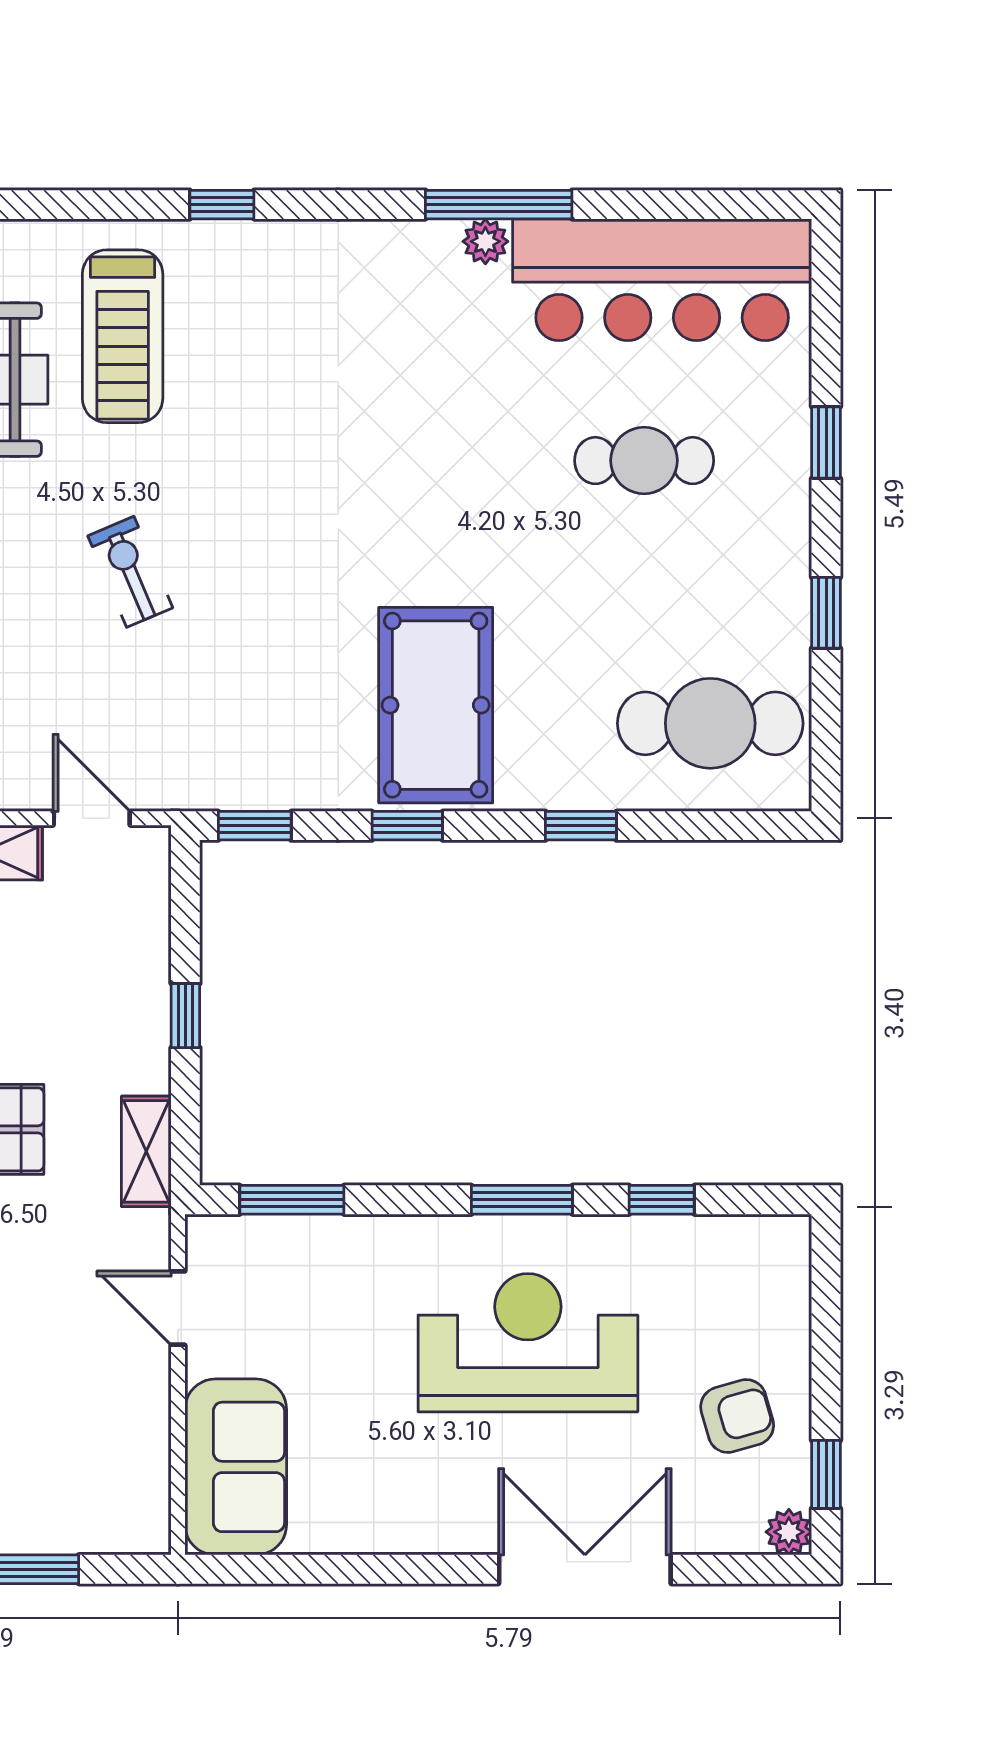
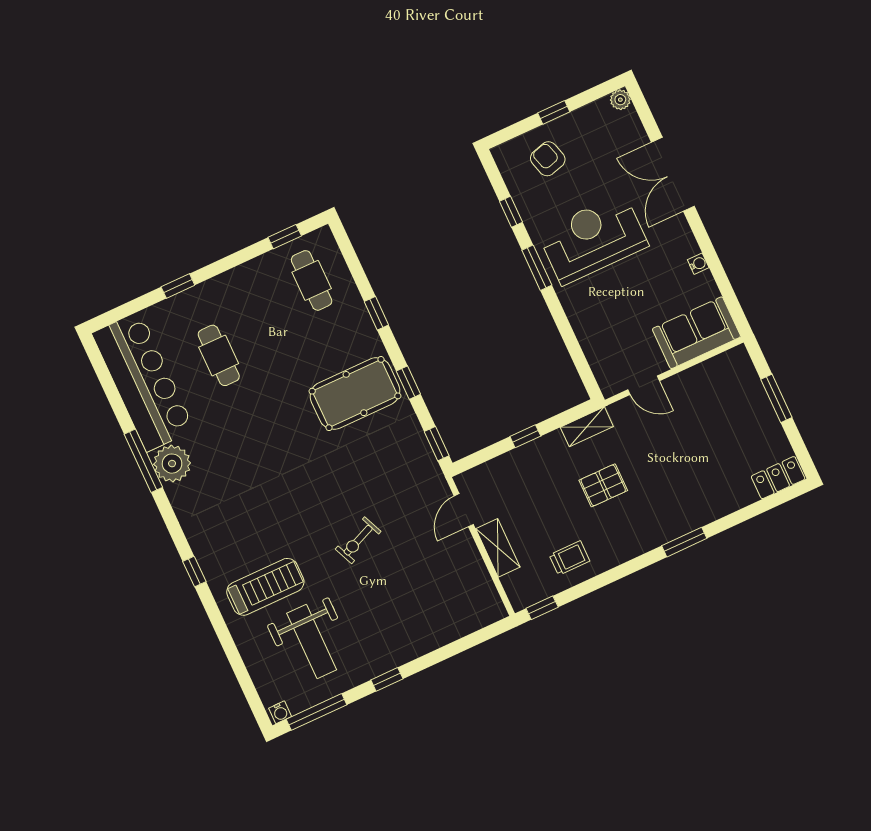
plant: (485, 241) -> (172, 464), width x1.88, depth x1.88
window: (826, 613) -> (285, 237), moved
cafe table: (710, 723) -> (312, 280), width x0.73, depth x0.74
window: (292, 1200) -> (579, 360), removed
door: (178, 1308) -> (644, 385), hinge flipped
reception desk: (528, 1343) -> (593, 239), turned 90
armchair: (737, 1416) -> (548, 159), moved
window: (826, 1474) -> (554, 112), moved
water cooler: (376, 1536) -> (698, 264), added

